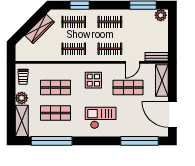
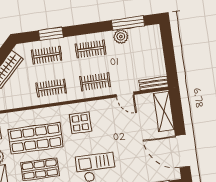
plant: (161, 15) -> (121, 37), moved
door: (132, 62) -> (125, 95), hinge flipped
shop shelf: (55, 87) -> (36, 138), width x1.43, depth x1.36
shop shelf: (128, 87) -> (124, 126), removed

